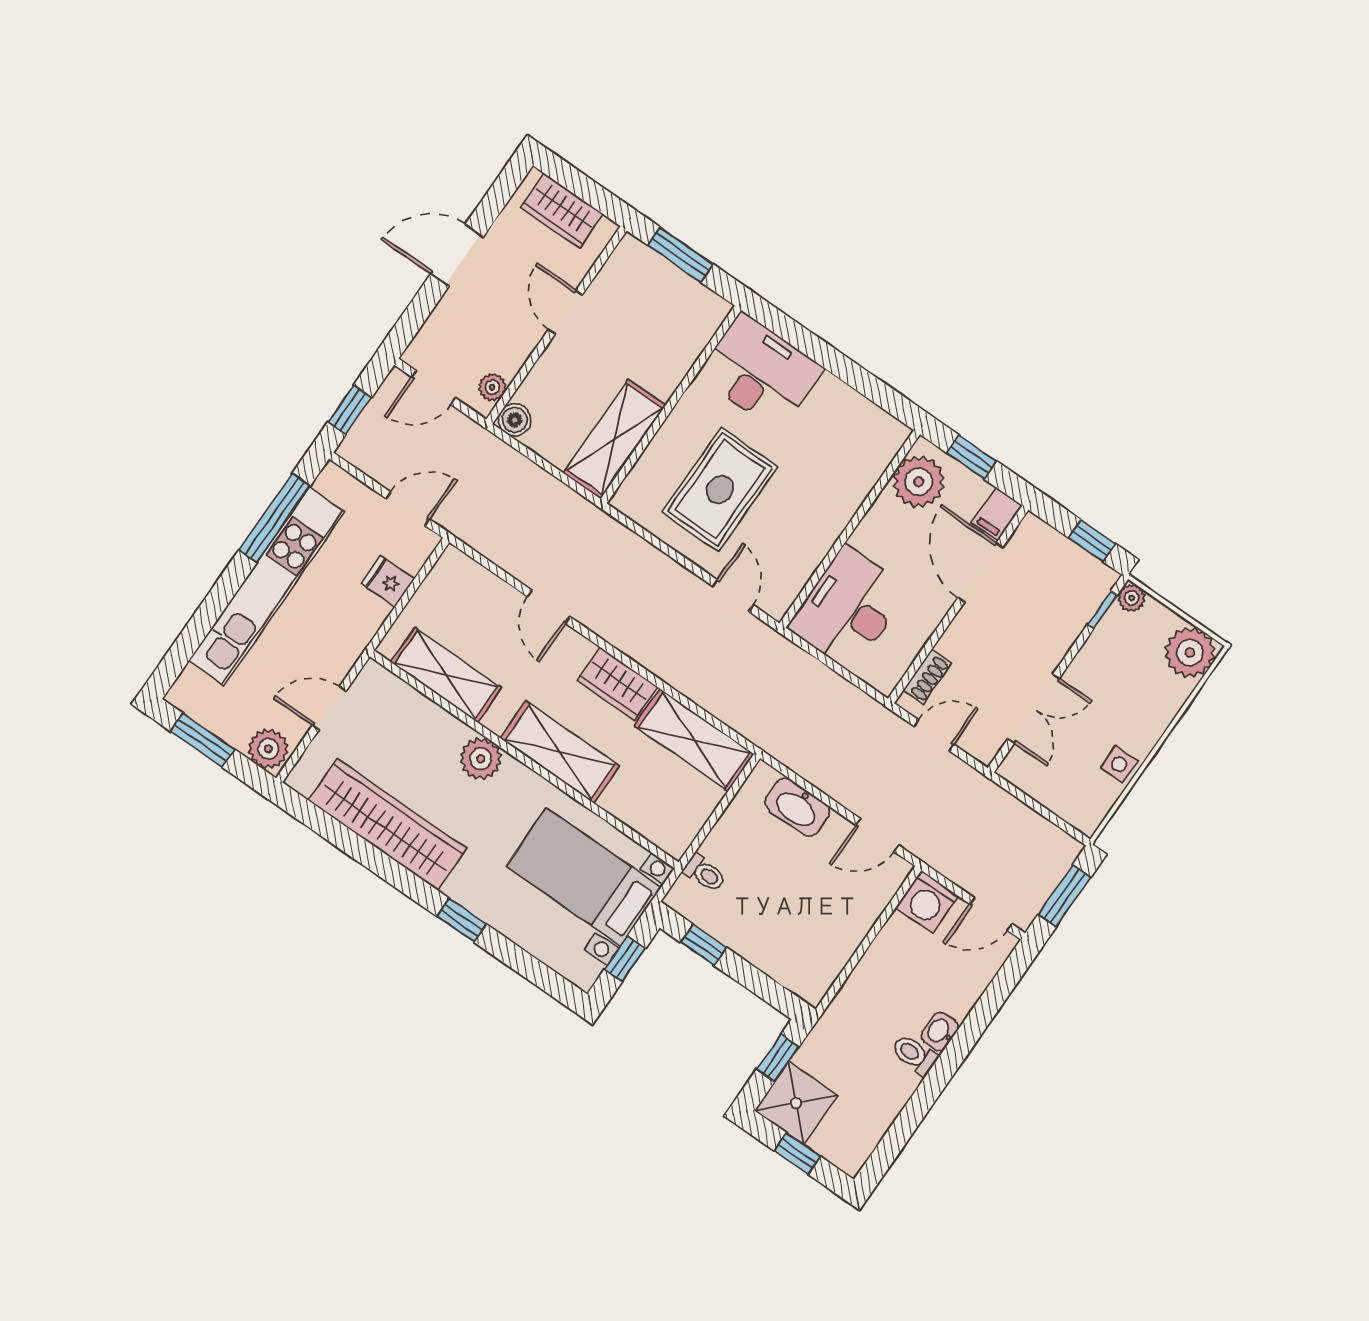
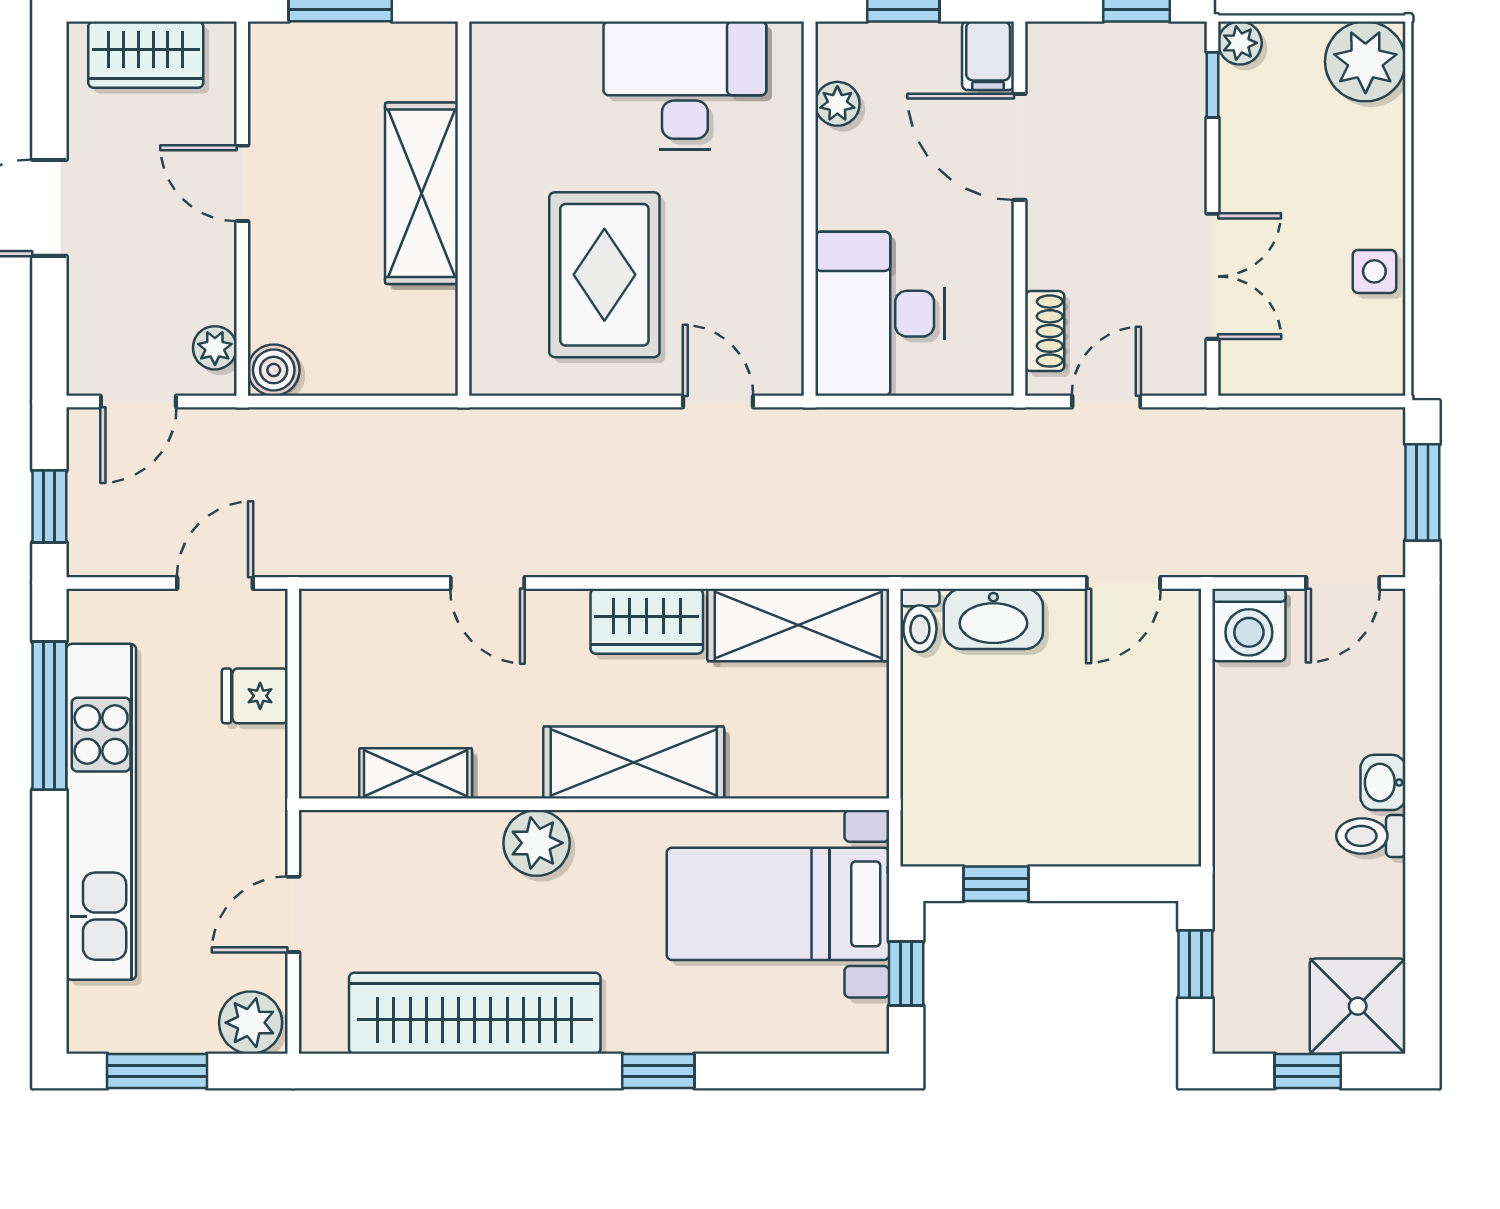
desk: (760, 372) -> (685, 85), moved
shelving: (614, 439) -> (421, 193), moved
plant: (919, 482) -> (837, 104), width x0.53, depth x0.53
shelving: (446, 675) -> (416, 773), width x0.67, depth x0.75
toilet: (704, 873) -> (920, 620), moved, turned 90
shower: (796, 1103) -> (1358, 1006), moved

